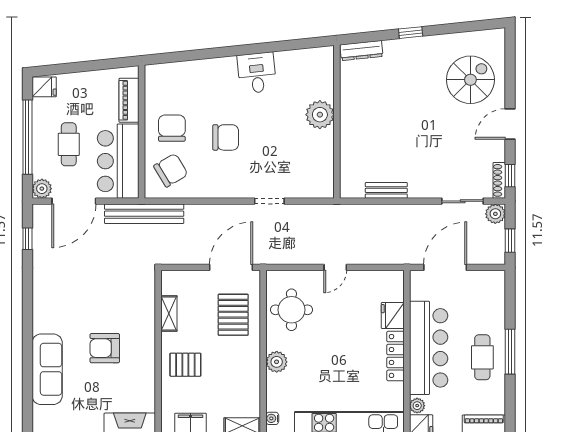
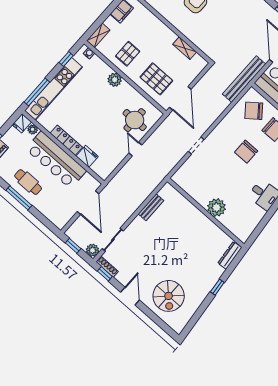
chair: (171, 170) -> (254, 111), turned 83
round table: (291, 310) -> (135, 120), moved
pallet: (185, 365) -> (128, 54), moved

